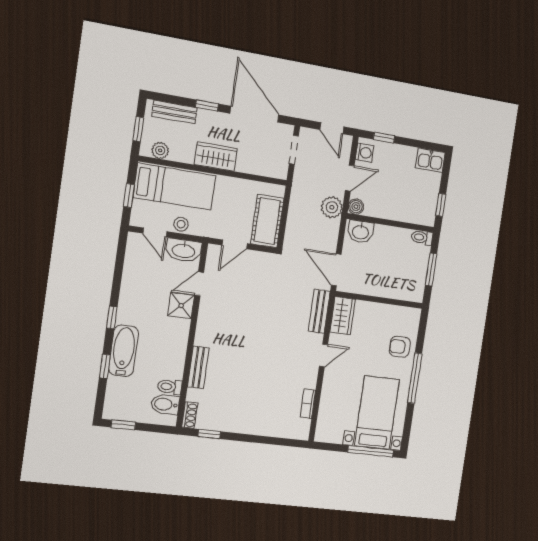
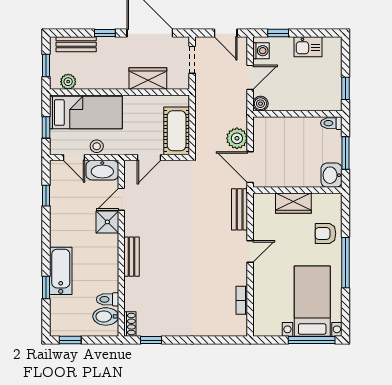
wardrobe: (216, 156) -> (148, 78), moved
kitchen sink: (430, 160) -> (308, 47), moved
plant: (332, 207) -> (237, 138), moved
washbasin: (361, 232) -> (332, 175), moved, turned 90
wardrobe: (343, 316) -> (293, 203), moved, turned 90
window: (112, 317) -> (46, 196), moved
bench: (198, 367) -> (132, 257), moved

